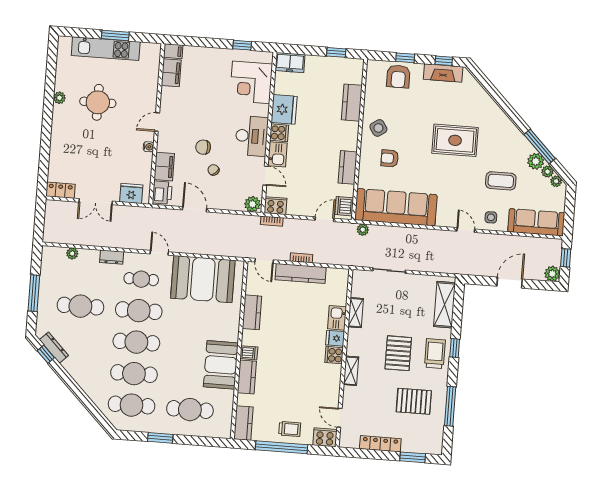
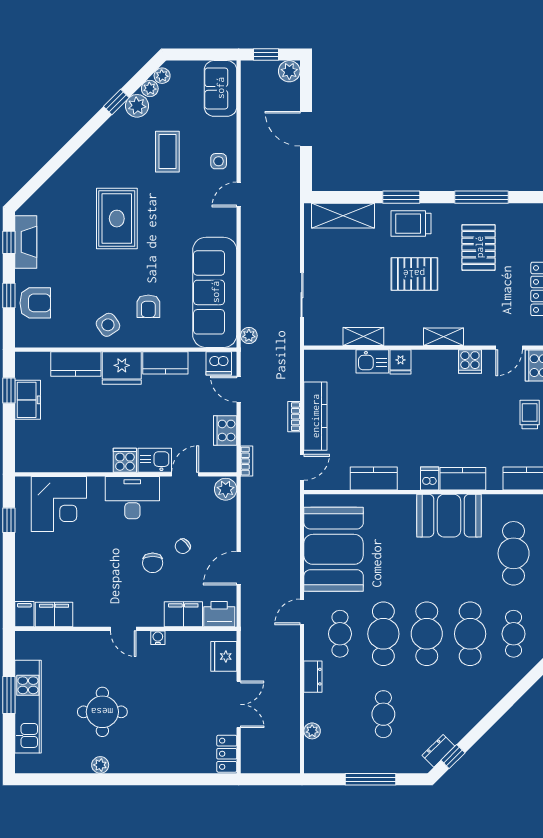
freezer: (290, 63) -> (28, 400), moved
fridge: (284, 109) -> (122, 368), moved, turned 180
window: (540, 146) -> (116, 102), width x0.46
cooker: (276, 206) -> (225, 430), moved
sofa: (536, 222) -> (220, 88), width x0.73
cafe table: (80, 306) -> (383, 714), width x0.73, depth x0.74
dresser: (54, 348) -> (438, 751), width x0.70
window: (455, 348) -> (401, 197), width x1.50
cooker: (334, 355) -> (470, 362), moved
cafe table: (132, 405) -> (514, 634), width x0.73, depth x0.74

